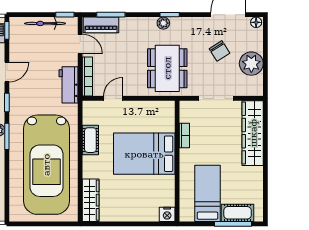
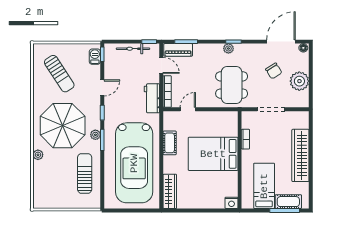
wardrobe: (253, 133) -> (300, 155), moved

